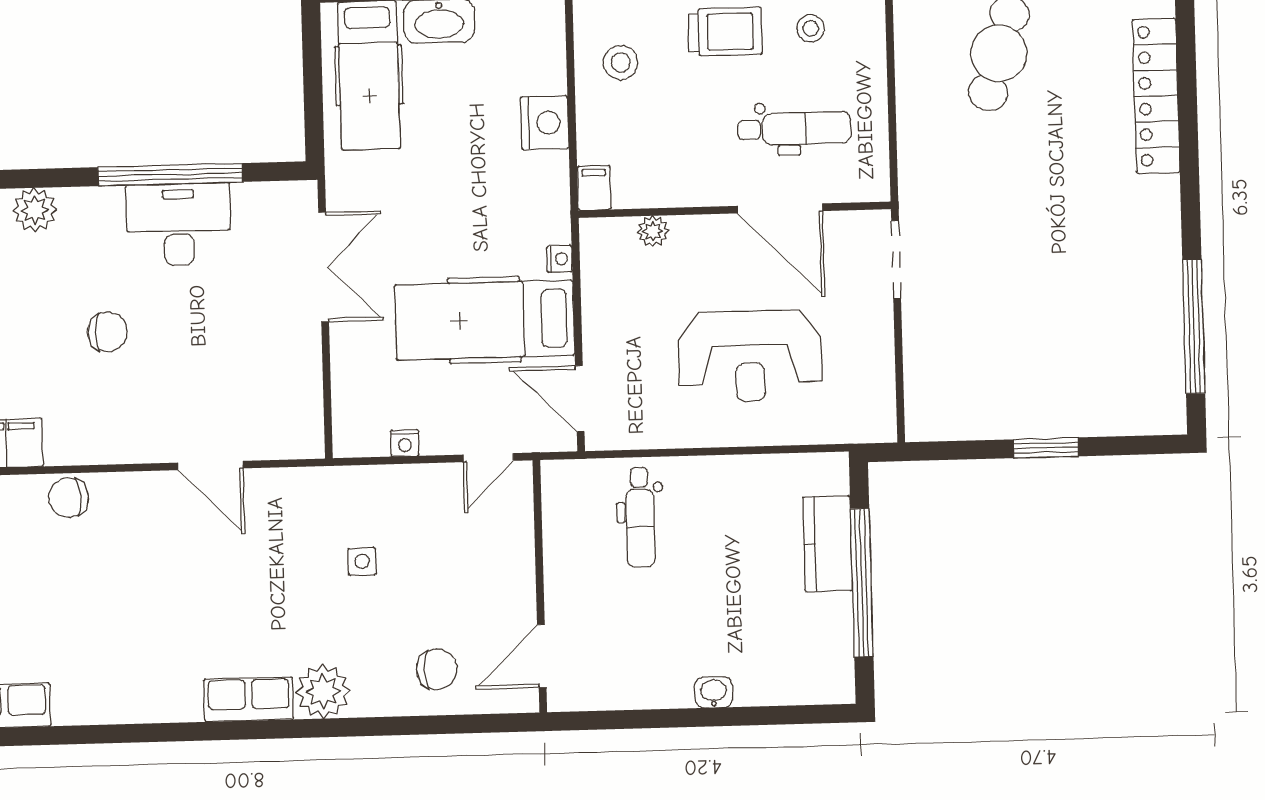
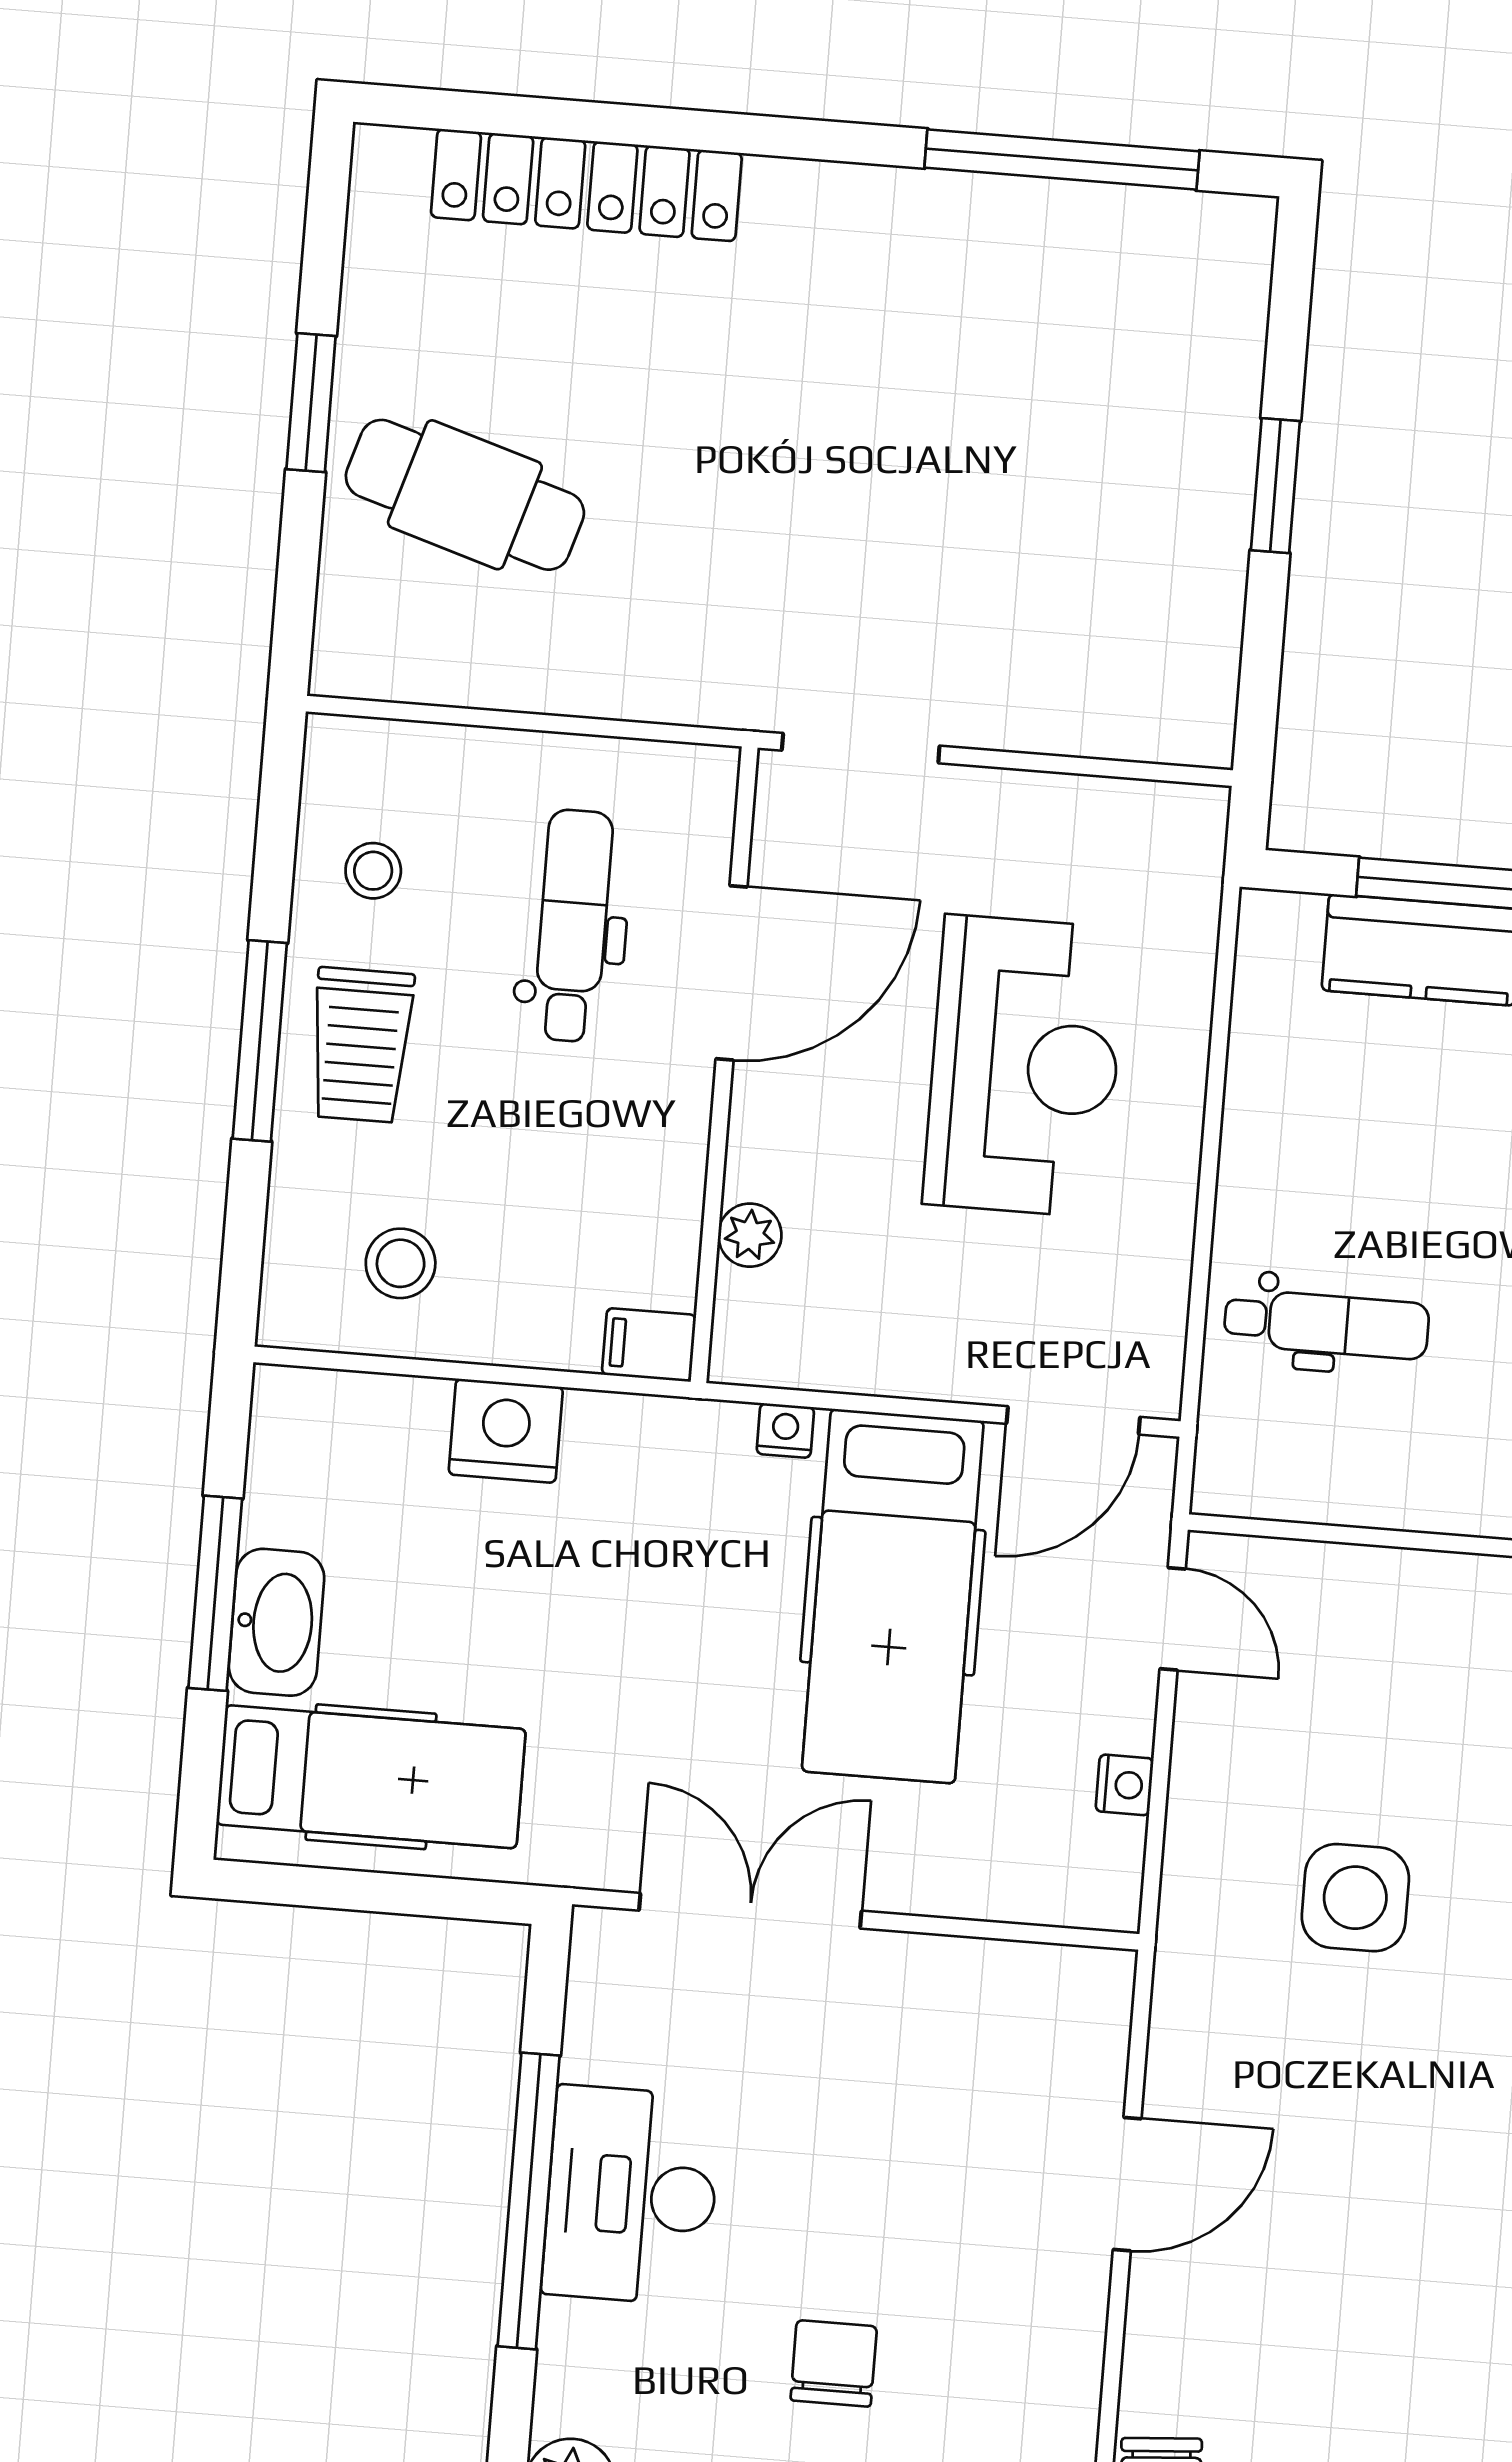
trolley: (725, 32) -> (361, 1045), turned 180
side table: (362, 561) -> (1355, 1898), width x1.87, depth x1.87

